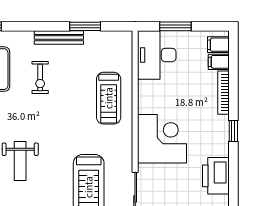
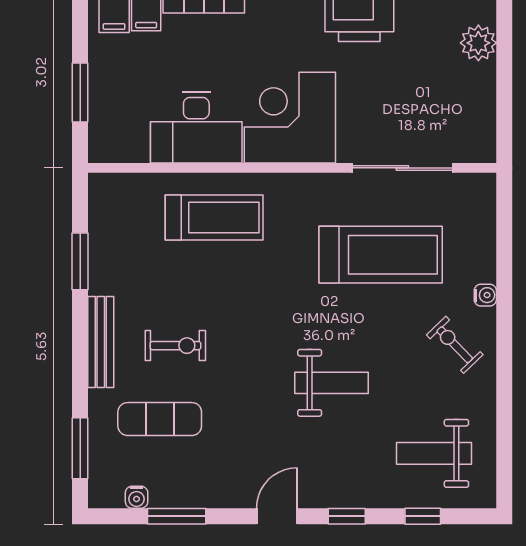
bench: (59, 38) -> (101, 342), moved
desk: (157, 55) -> (196, 127), moved

